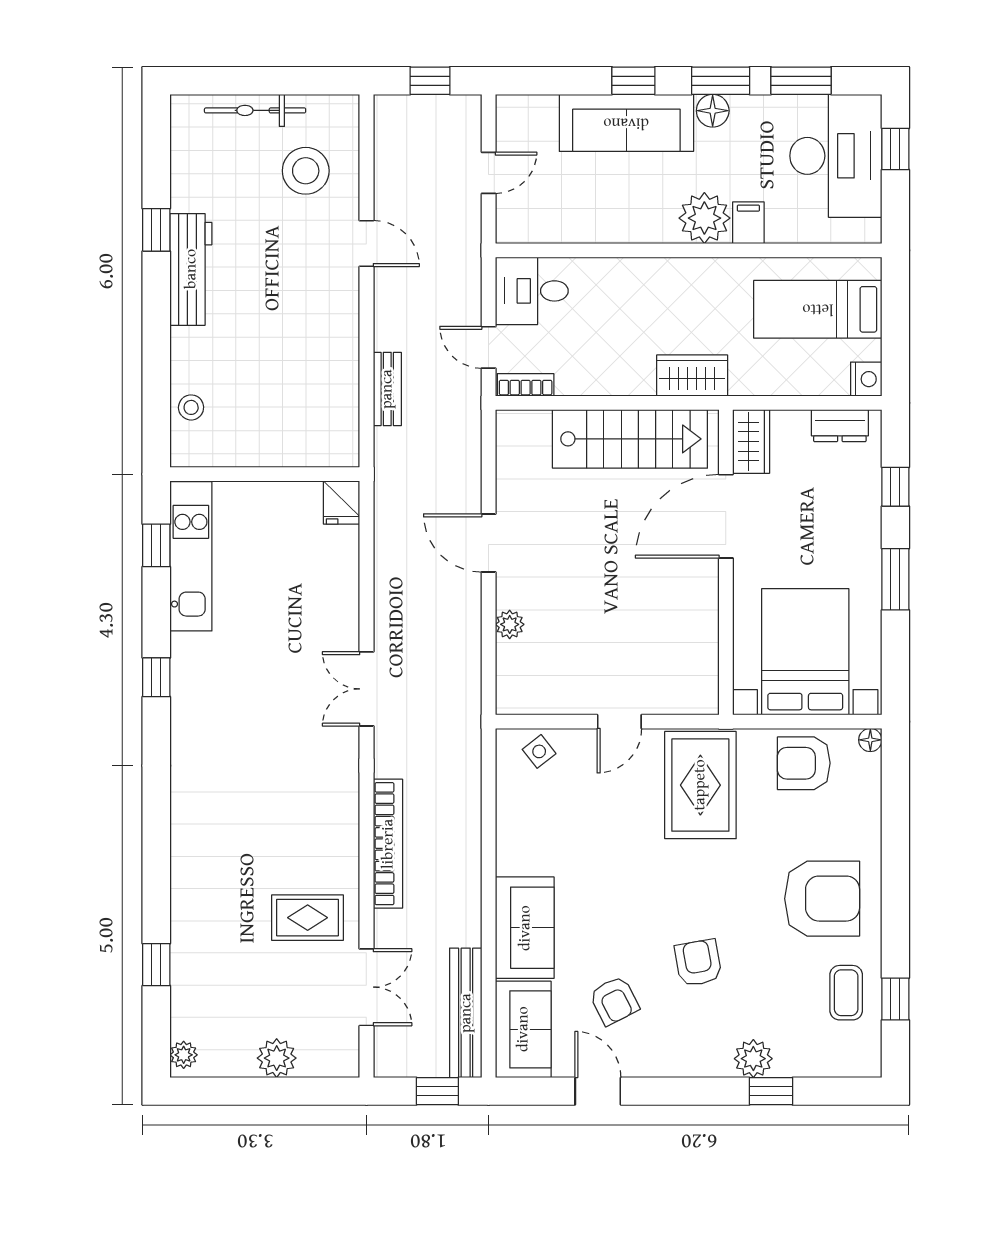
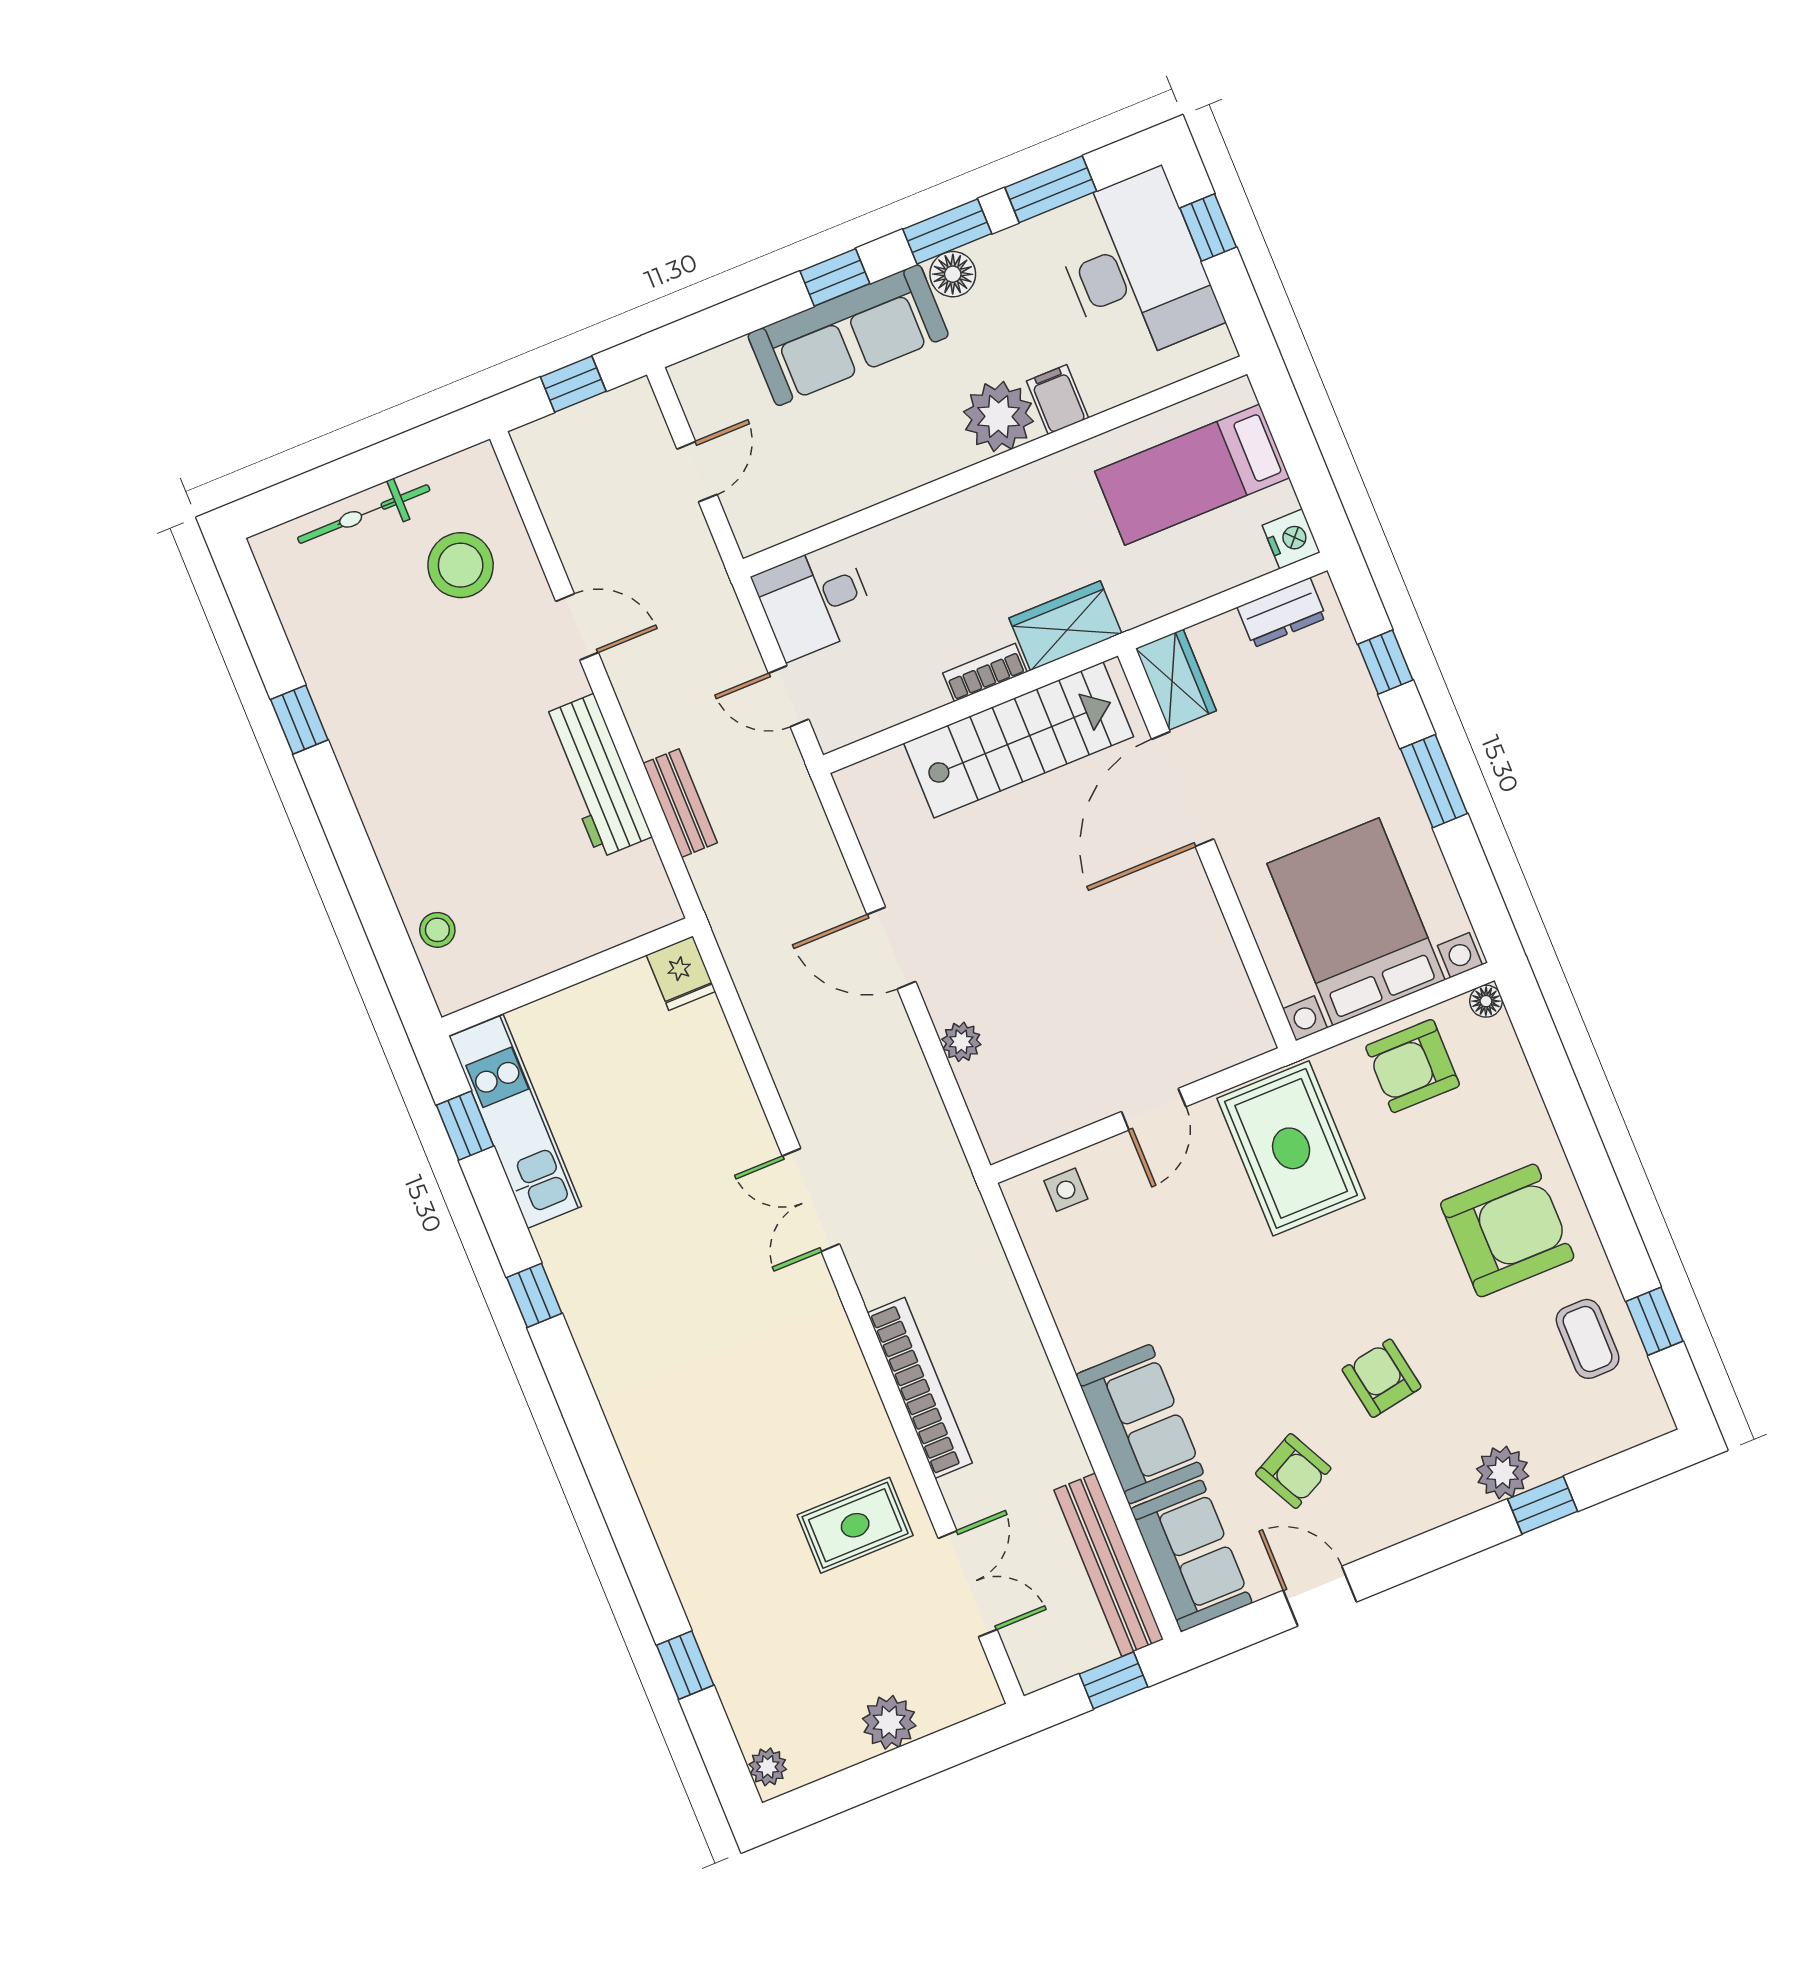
workbench: (191, 269) -> (596, 776), moved, turned 180
bookcase: (526, 385) -> (985, 673), moved
side table: (539, 751) -> (1066, 1190), turned 38

